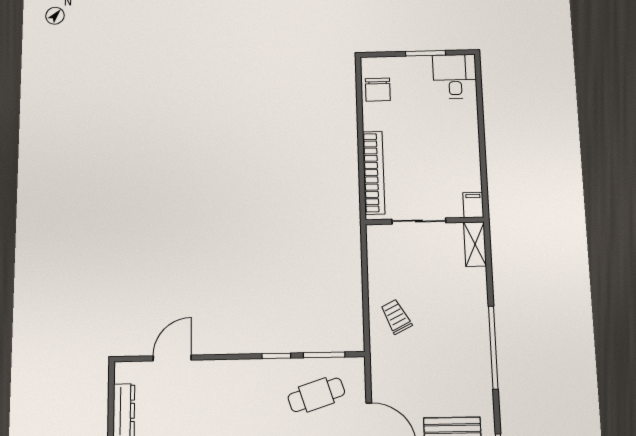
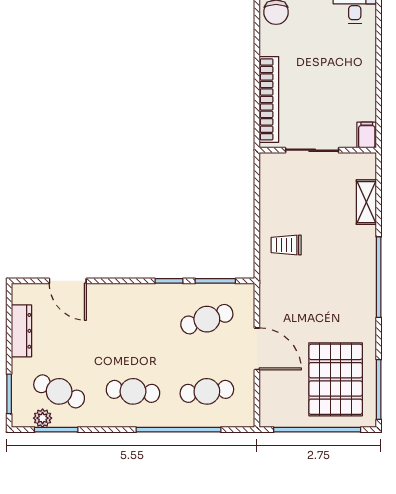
shelving: (475, 244) -> (366, 202), moved
trolley: (396, 317) -> (286, 245), turned -63
door: (172, 358) -> (68, 281), swing flipped

